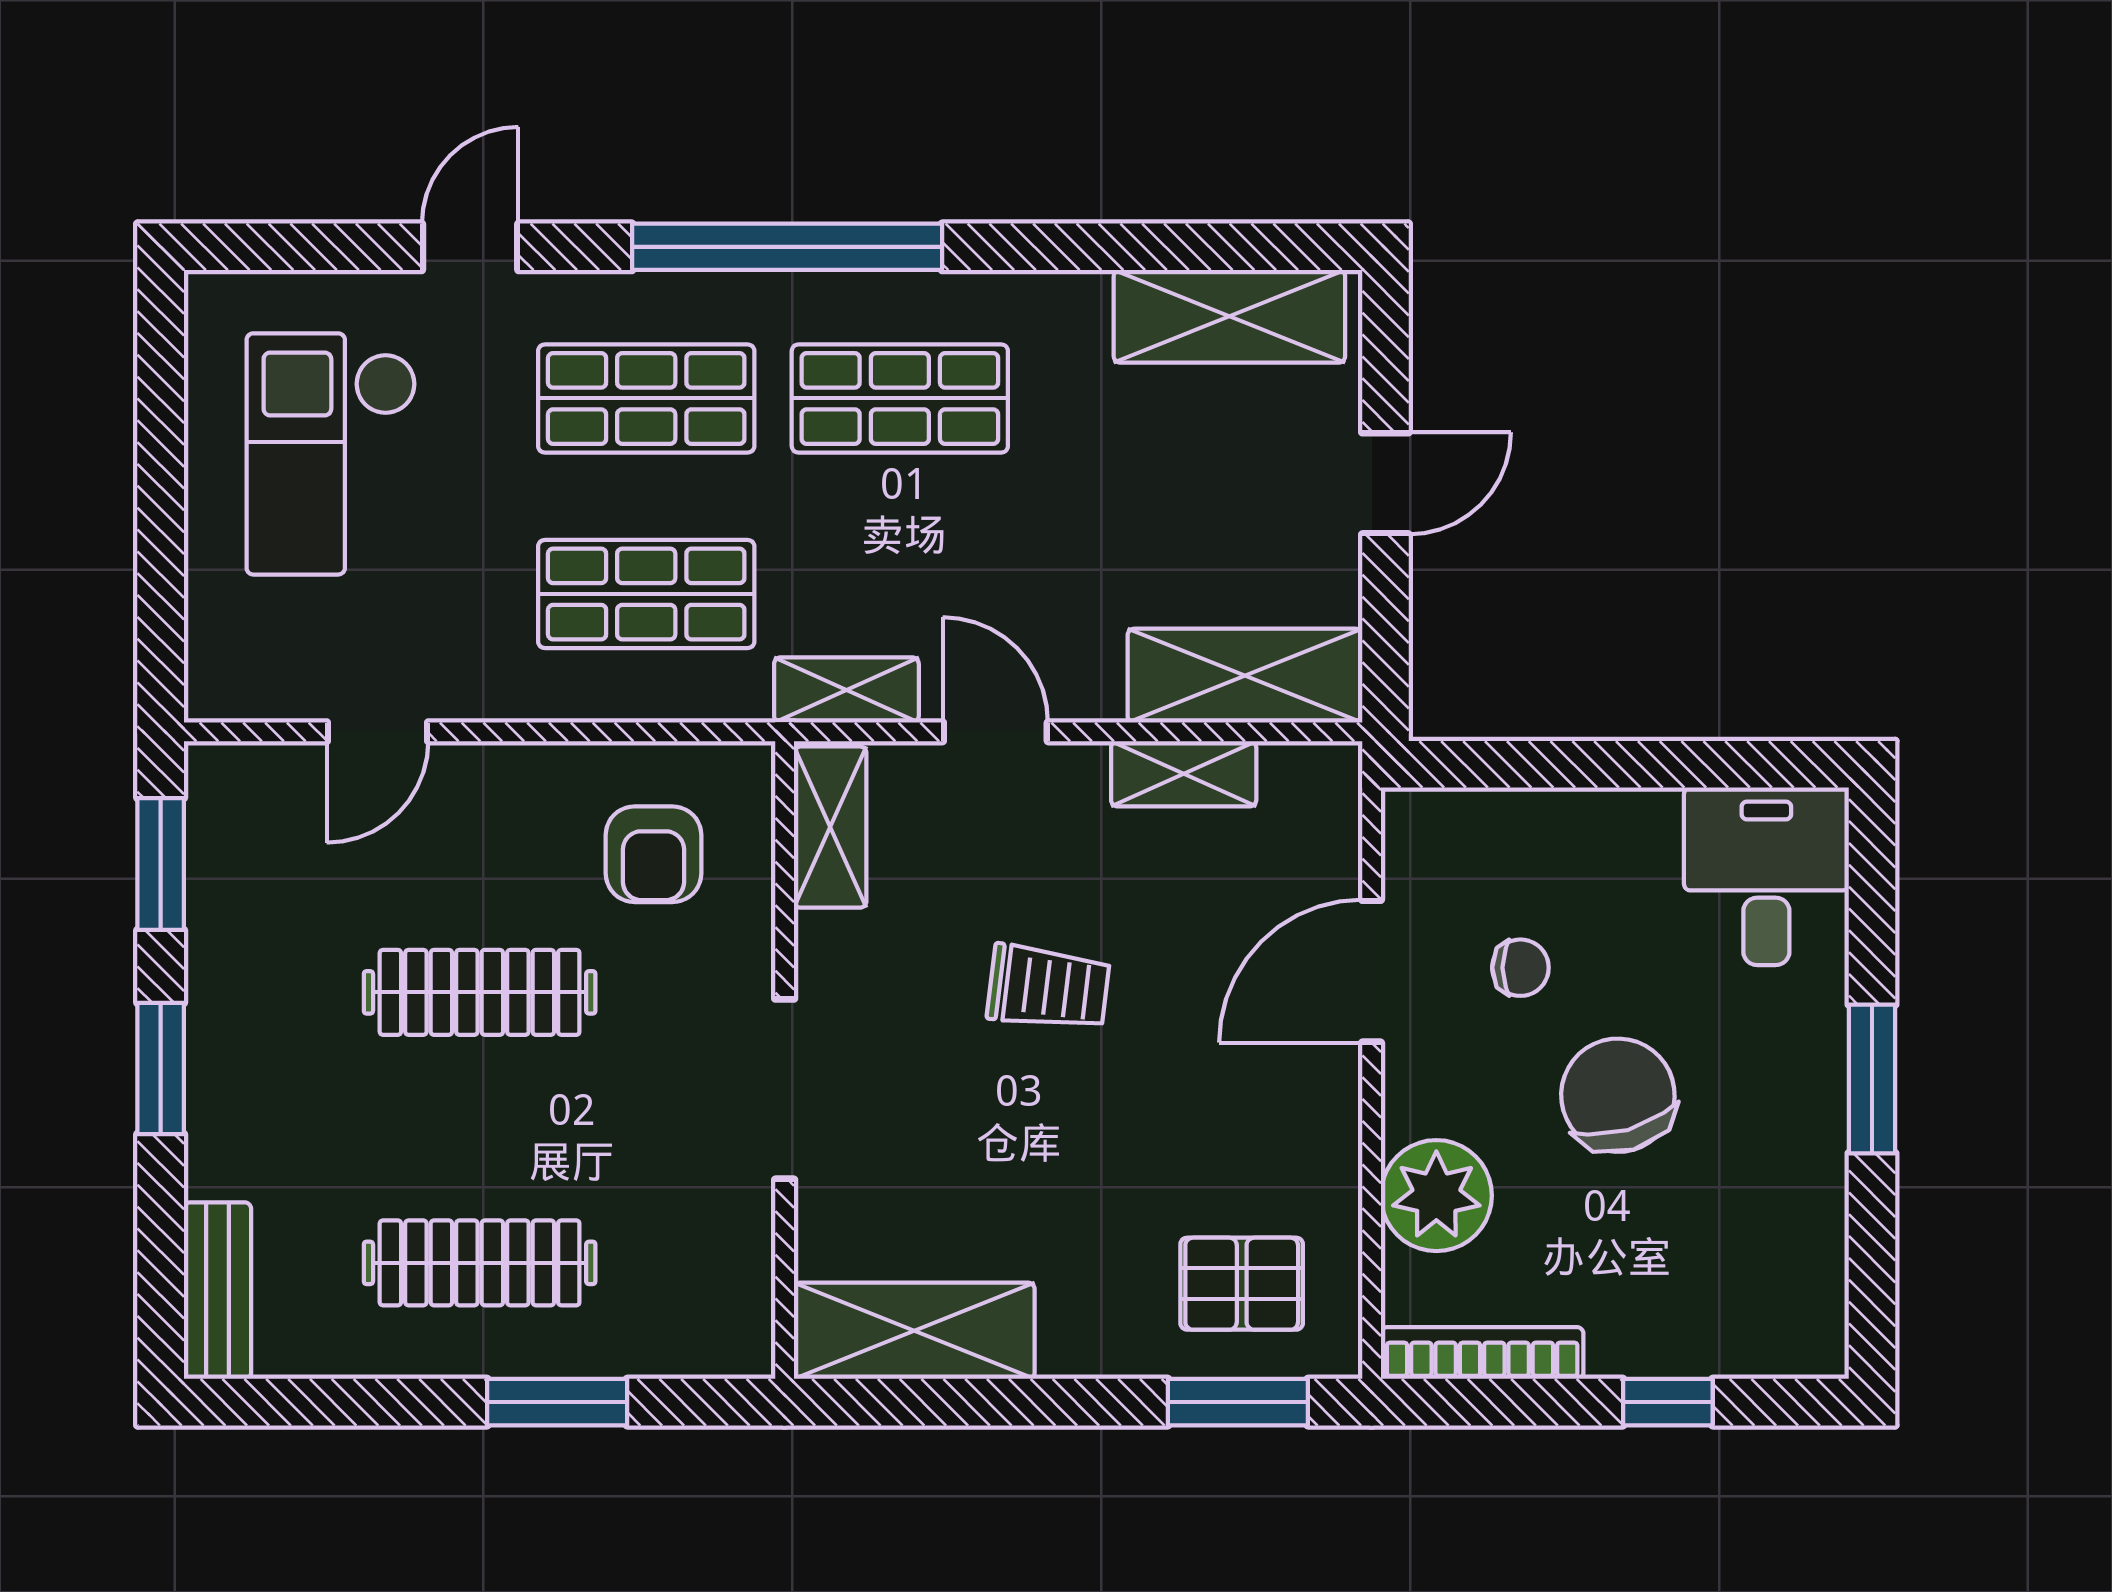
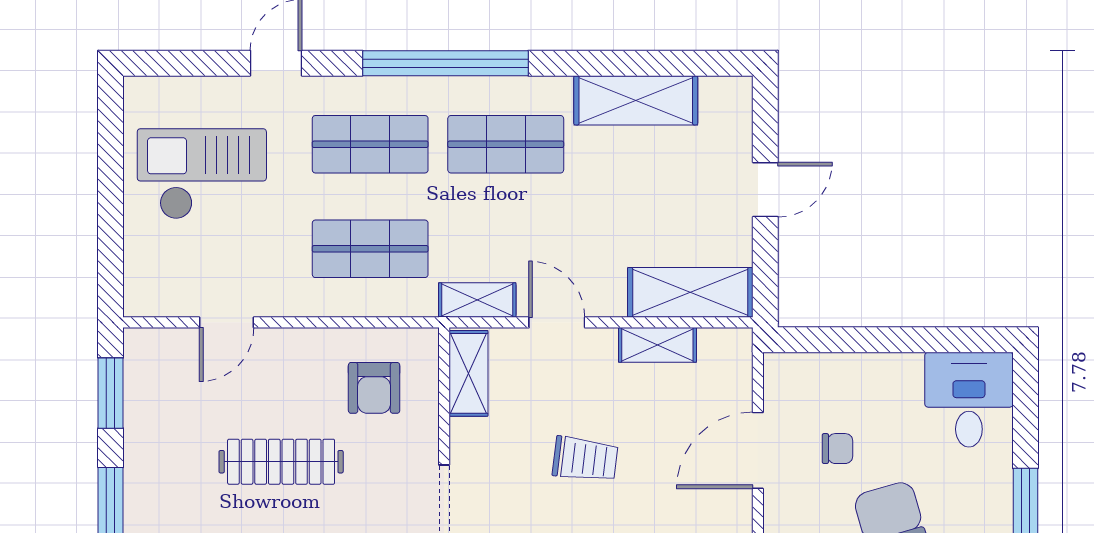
shelving: (1229, 316) -> (636, 100), moved
checkout: (331, 454) -> (202, 174), turned 90

